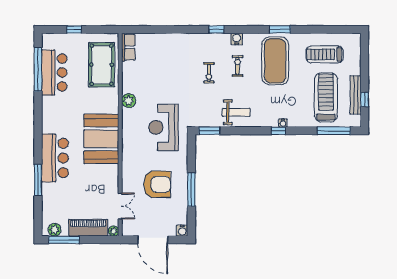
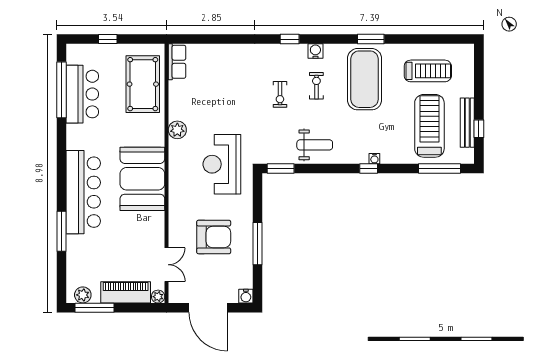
treadmill: (325, 54) -> (428, 71), turned 180
bar counter: (55, 158) -> (83, 192), width x1.36

